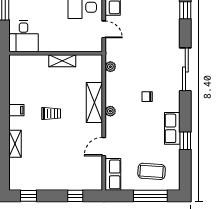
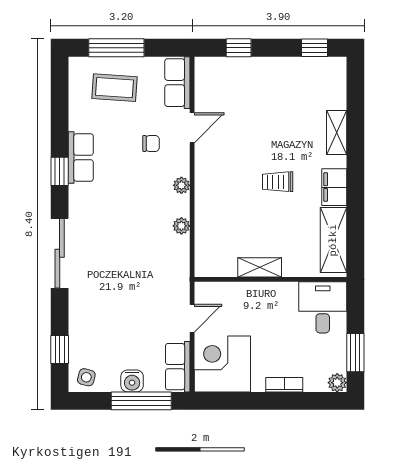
door: (104, 29) -> (192, 318), swing flipped
plant: (110, 67) -> (181, 226), moved
chair: (147, 97) -> (151, 143), moved
shelving: (94, 102) -> (333, 240), moved
filing cabinet: (16, 110) -> (334, 187), width x2.00
window: (185, 141) -> (60, 171), moved

